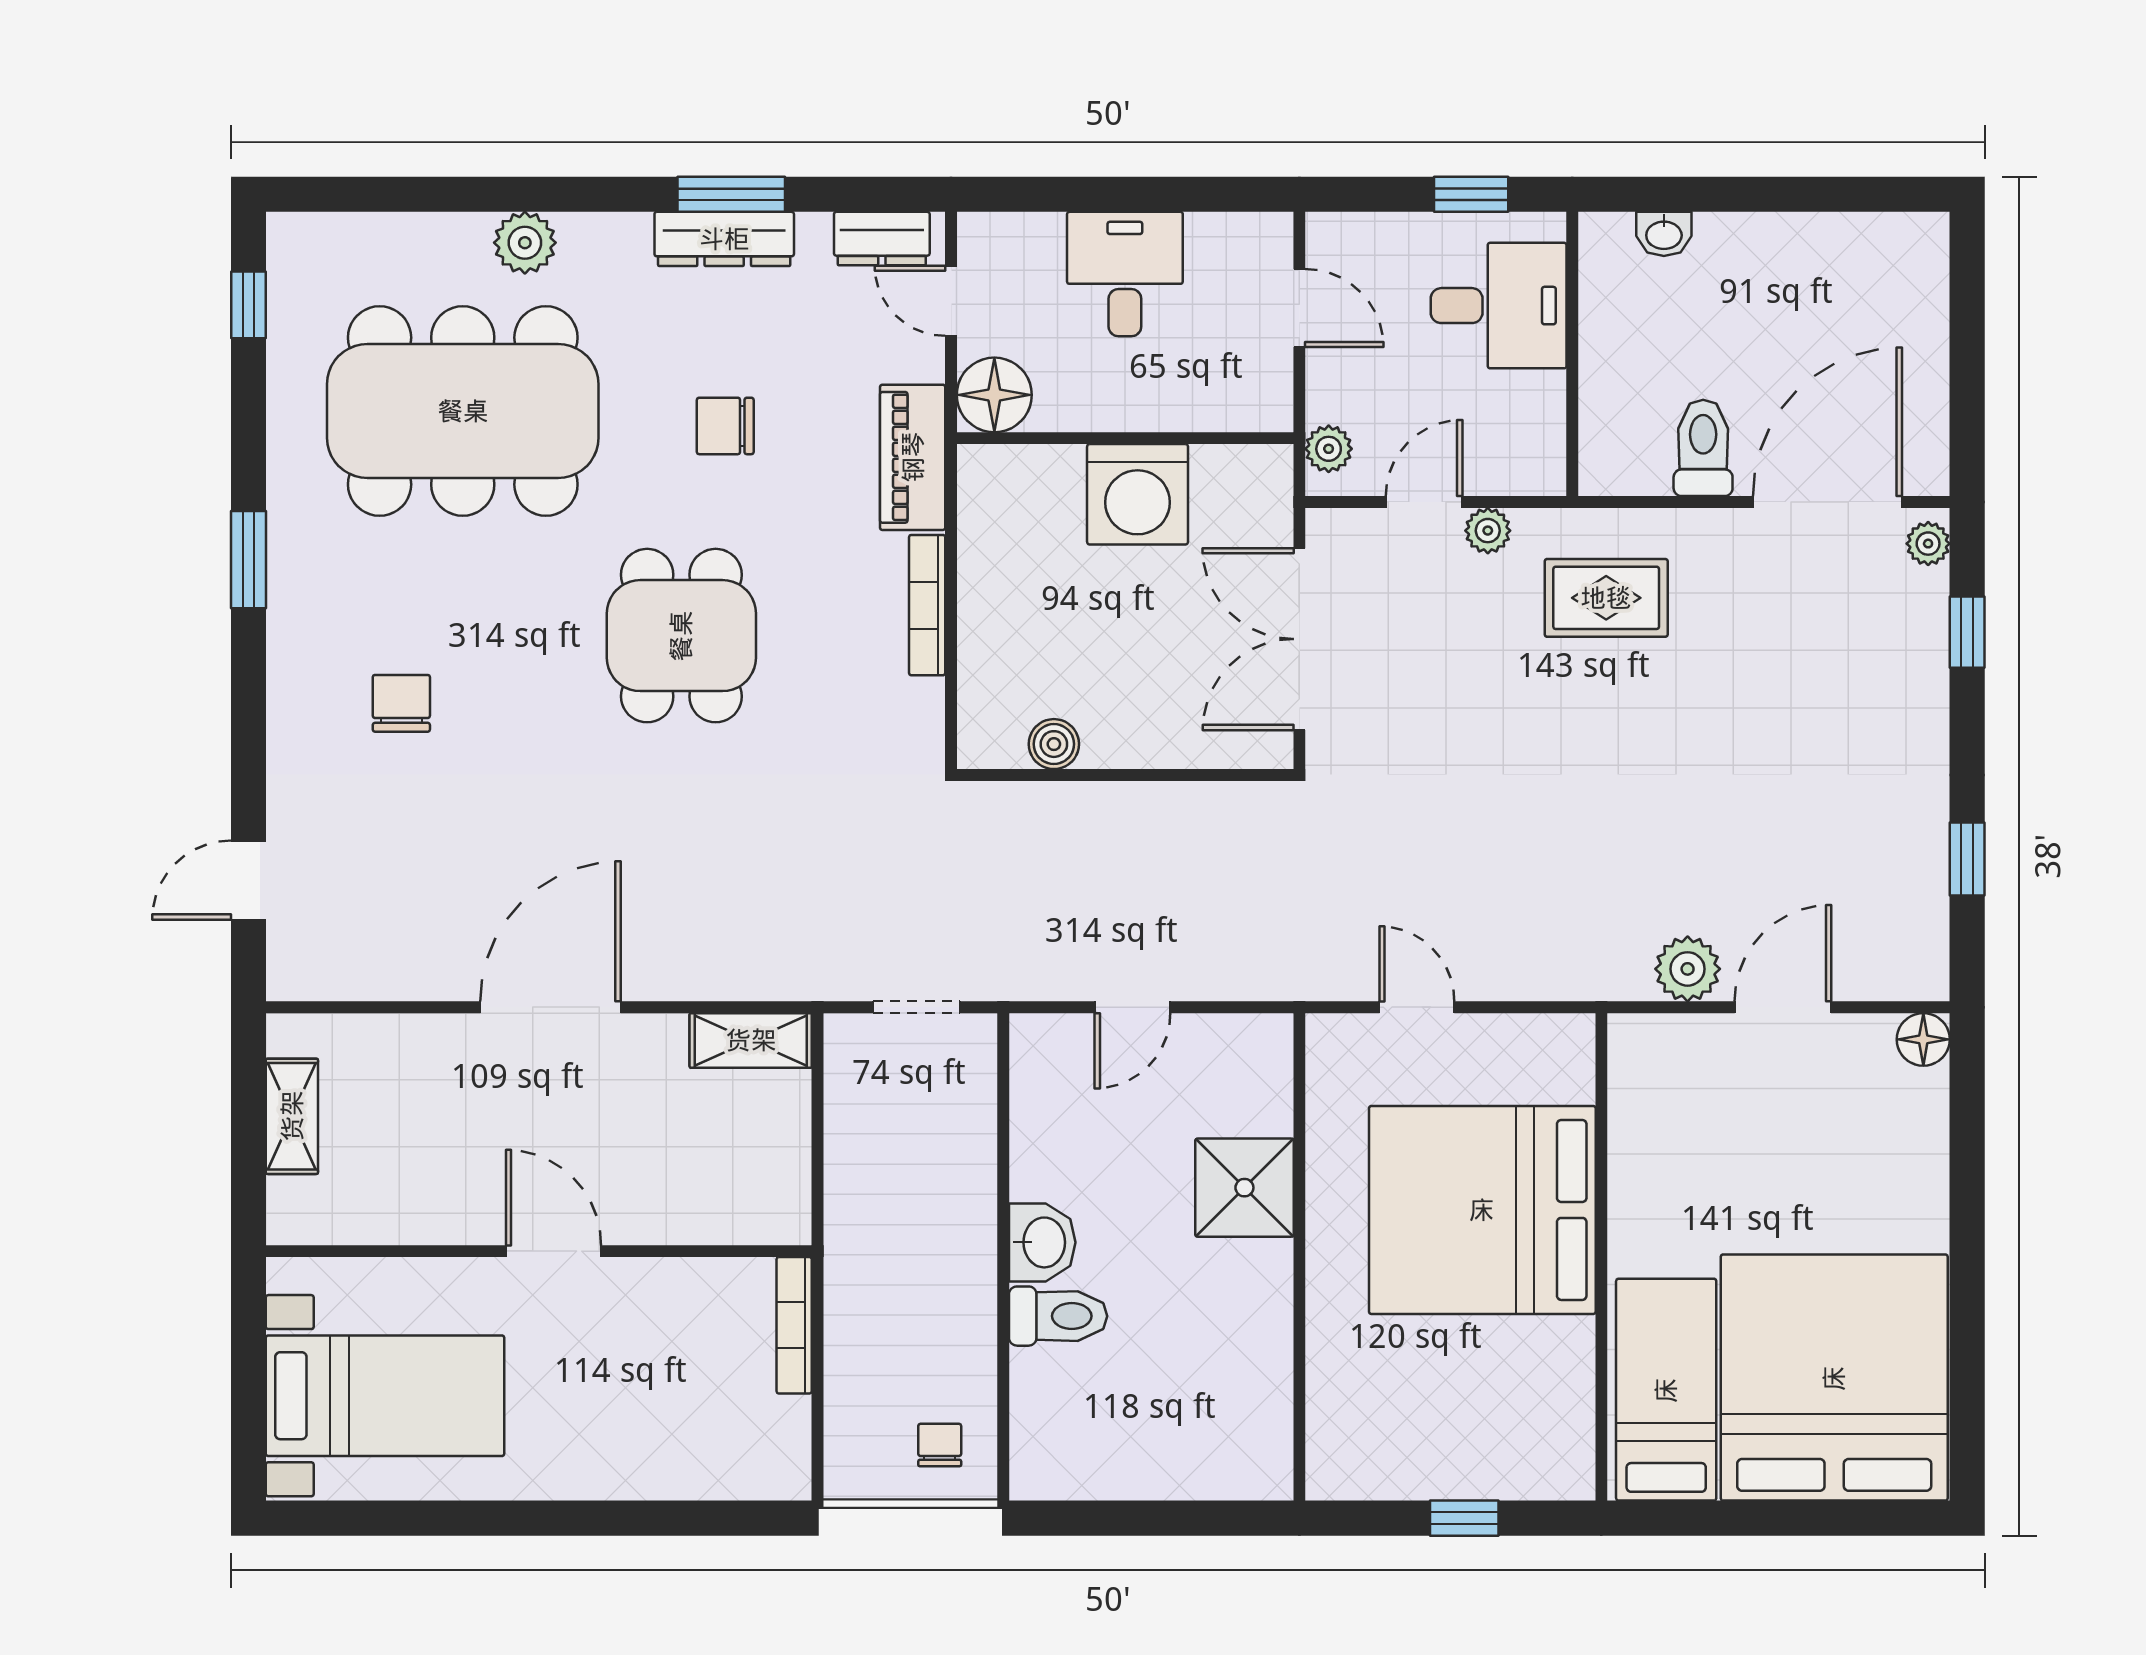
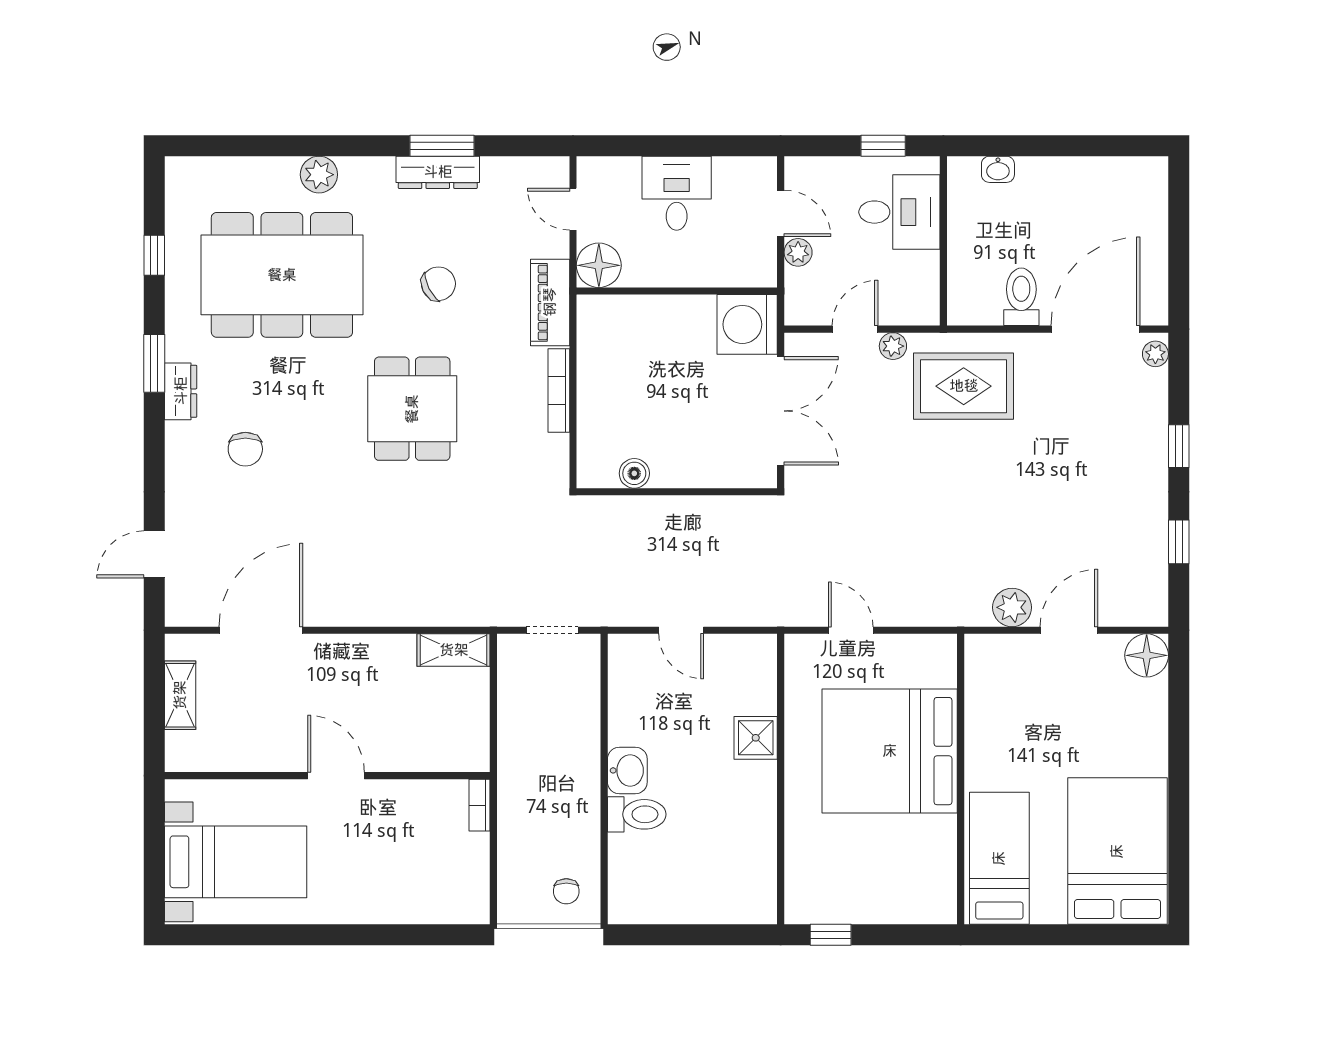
dresser: (882, 239) -> (181, 391), moved, turned -90
window: (248, 305) -> (154, 255), moved
chair: (725, 426) -> (438, 284), turned 153
plant: (1329, 449) -> (798, 252), moved
washing machine: (1138, 494) -> (747, 324), moved, turned 90
rug: (1606, 598) -> (964, 386), width x1.36, depth x1.43
window: (1967, 632) -> (1179, 446), moved
double door: (1299, 639) -> (781, 411), swing flipped
chair: (401, 703) -> (245, 449), turned 180
door: (550, 1007) -> (261, 630), moved
door: (1132, 1007) -> (681, 630), hinge flipped
floor lamp: (1923, 1039) -> (1147, 655), width x1.38, depth x1.38
shower: (1244, 1188) -> (756, 738), width x0.73, depth x0.73
bookcase: (794, 1325) -> (479, 805), width x0.64
bed: (1834, 1378) -> (1117, 851), width x0.73
chair: (940, 1445) -> (566, 891), turned 180
window: (1464, 1518) -> (831, 935), moved

